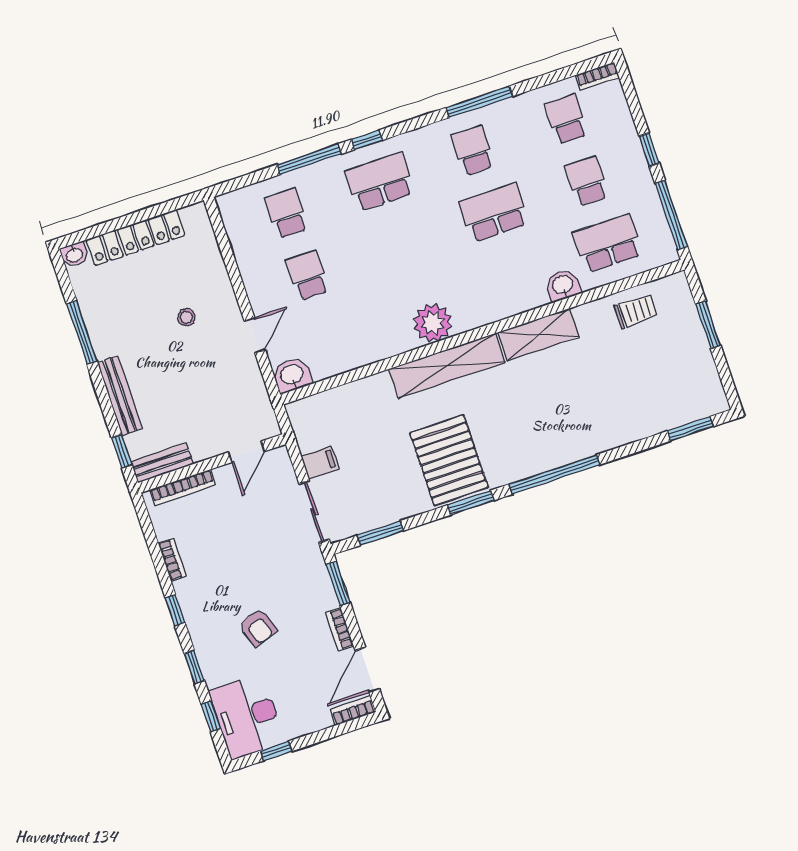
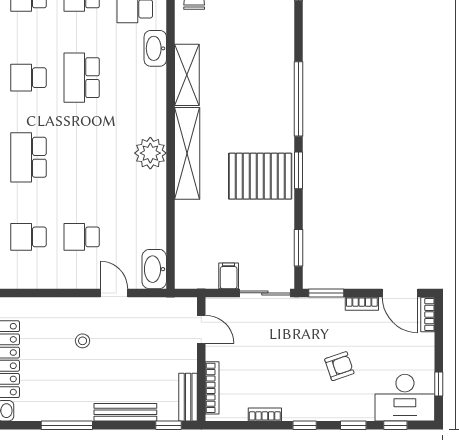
washbasin: (563, 285) -> (155, 48), width x1.38
washbasin: (292, 375) -> (154, 269), width x1.38

